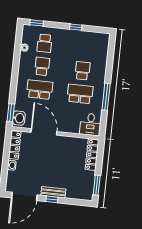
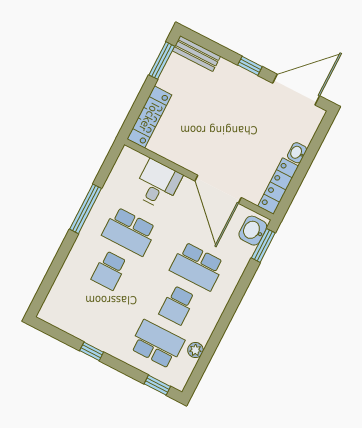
school desk: (45, 43) -> (157, 344), width x1.85
desk: (90, 124) -> (158, 184), moved
bench: (53, 192) -> (196, 54), moved

